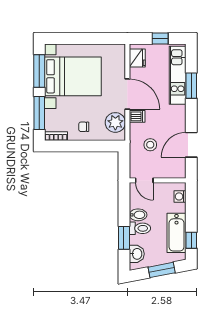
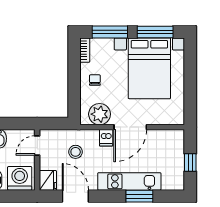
fridge: (137, 58) -> (48, 180), moved, turned -90
kitchen unit: (178, 75) -> (129, 181), moved
washing machine: (180, 196) -> (20, 178), width x1.89, depth x1.89

